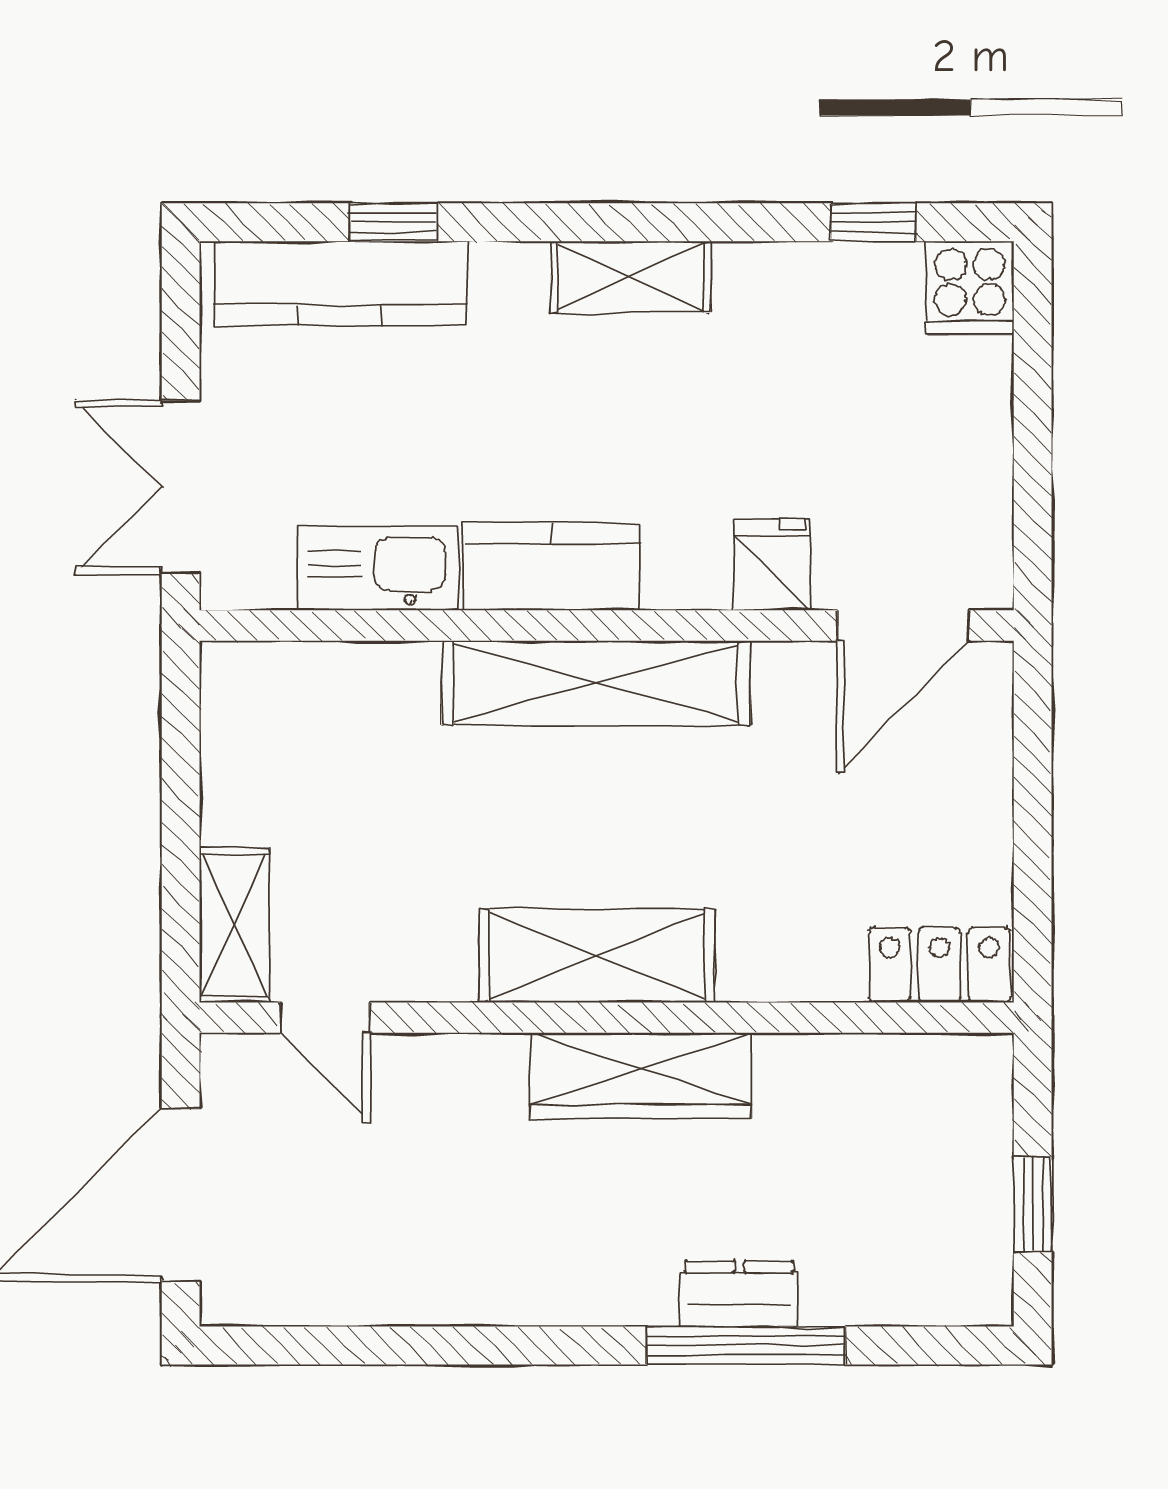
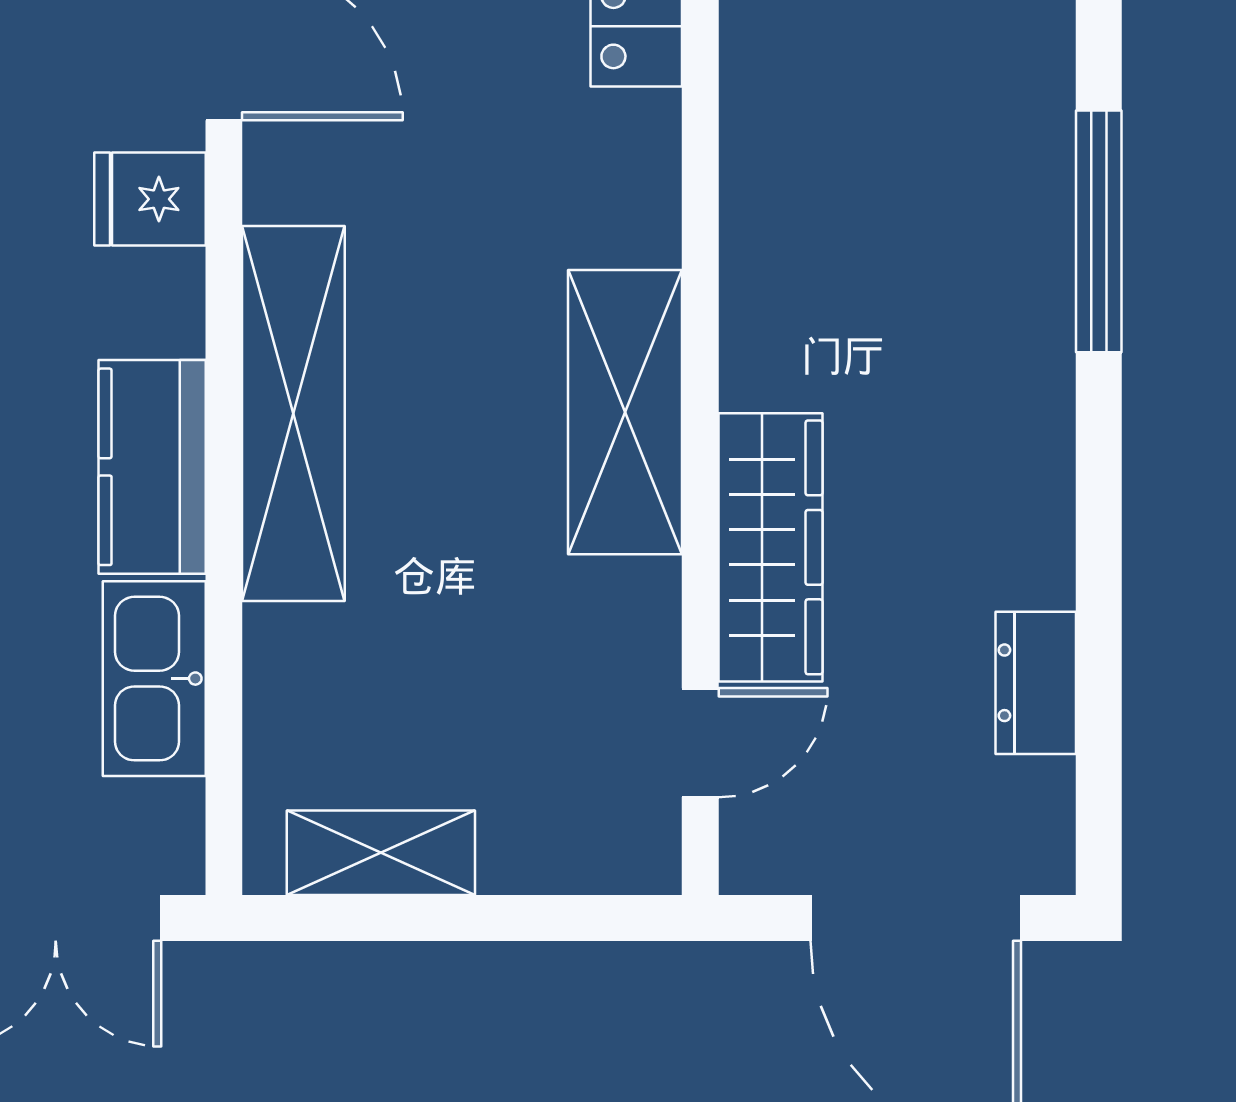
shelving: (234, 925) -> (381, 853), moved
wardrobe: (641, 1075) -> (770, 547), moved
dresser: (739, 1294) -> (1036, 683), moved

